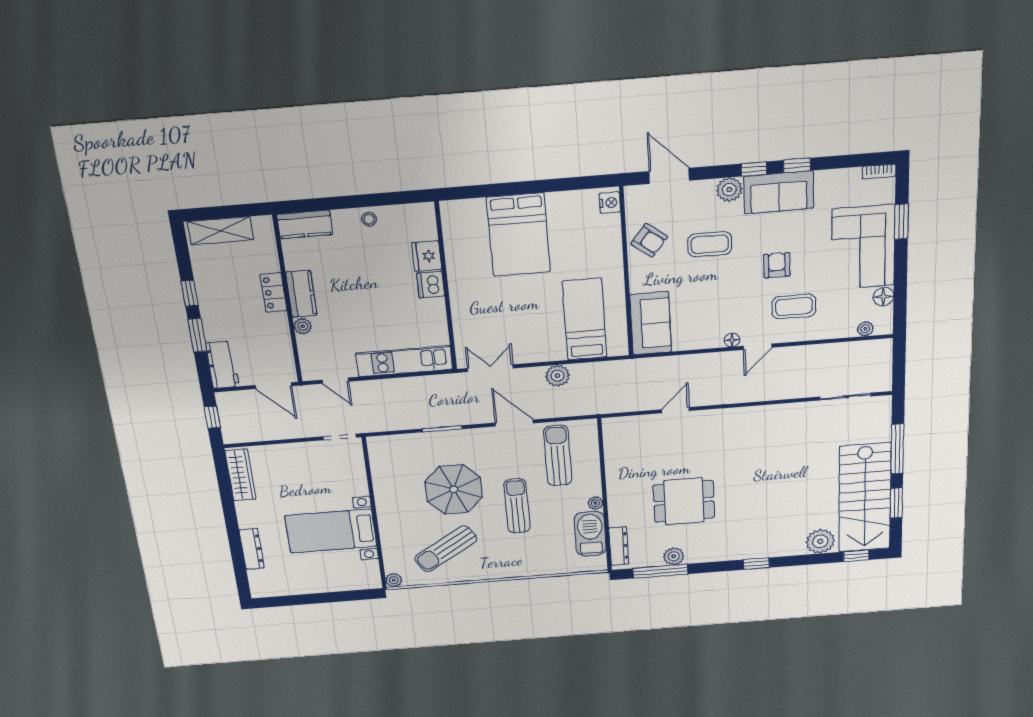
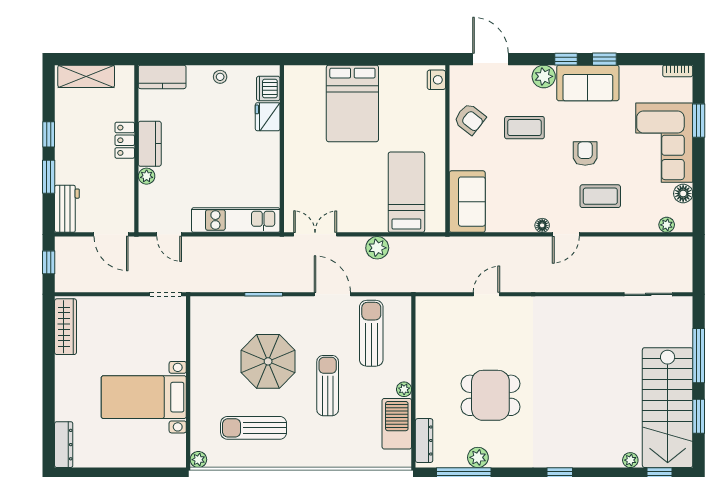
dishwasher: (431, 285) -> (268, 89), moved
plant: (820, 541) -> (630, 460), width x0.53, depth x0.53
dresser: (252, 549) -> (64, 445), moved
sun lounger: (446, 549) -> (254, 428), turned 32

